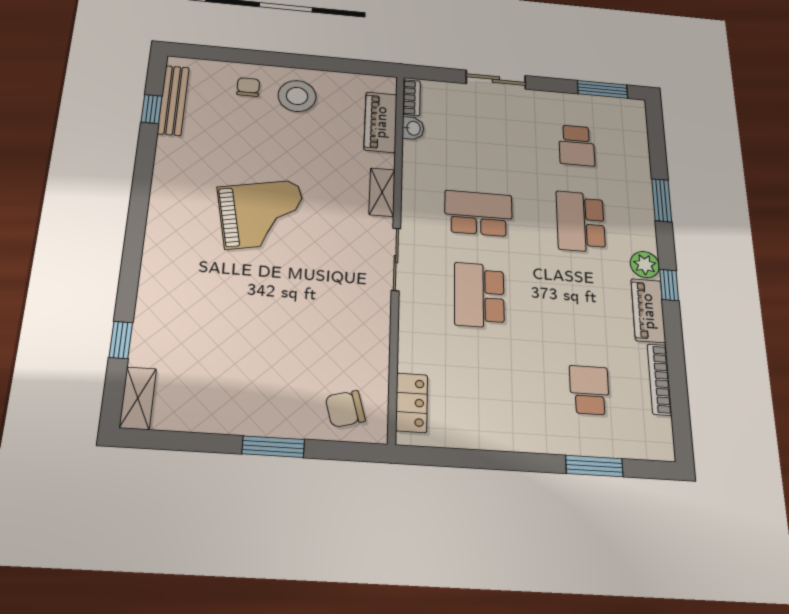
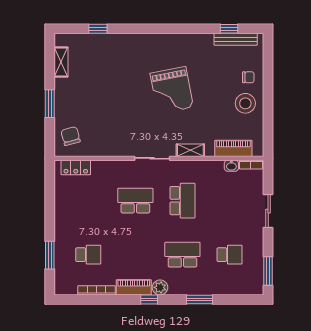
school desk: (577, 145) -> (230, 255), turned 180
shelving: (138, 398) -> (61, 62), moved, turned 90

